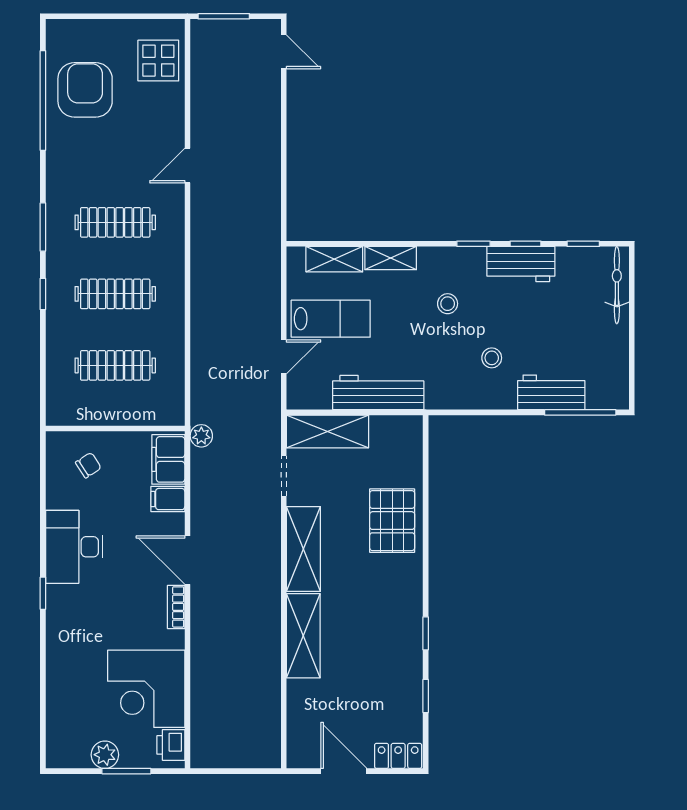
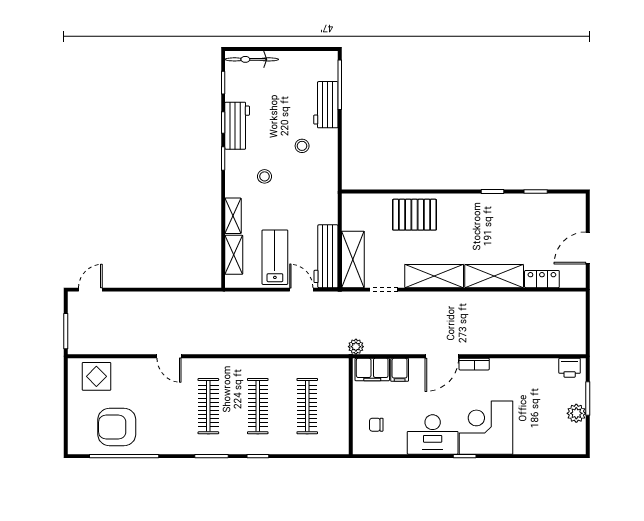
workbench: (378, 393) -> (326, 256), moved
chair: (88, 465) -> (376, 425), turned -57
corner desk: (146, 689) -> (486, 428), moved, turned 180
locker: (398, 756) -> (542, 279), moved, turned 90

